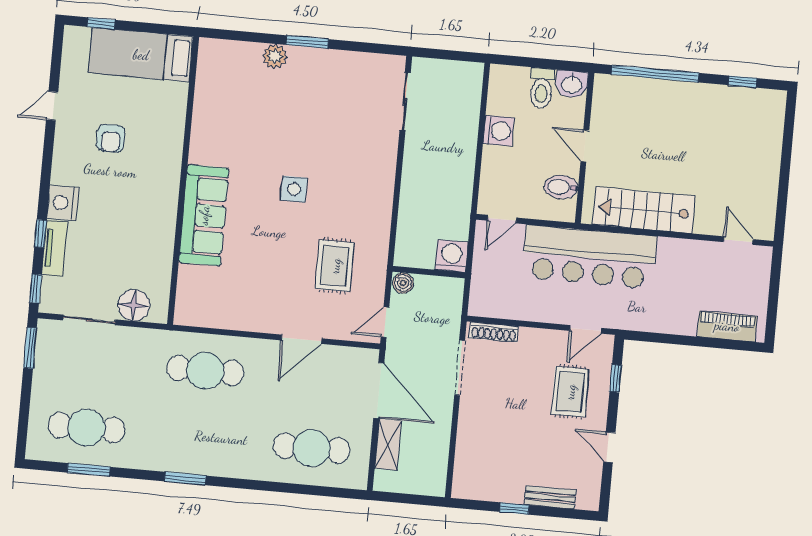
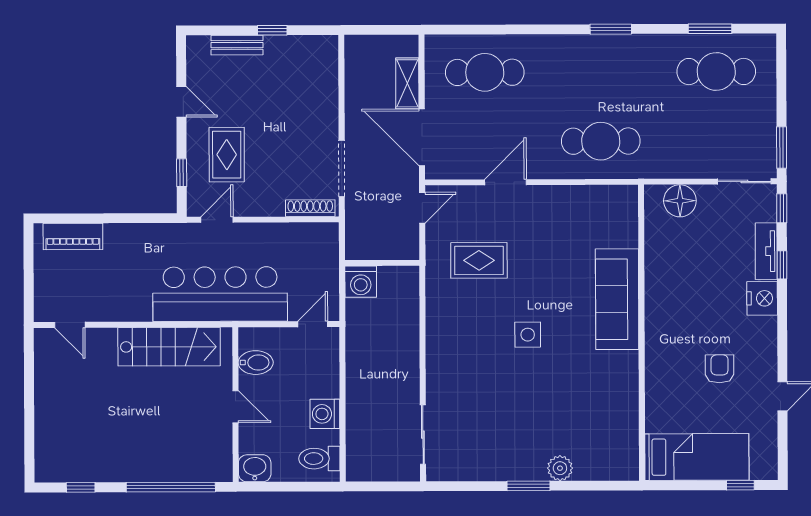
toilet: (541, 88) -> (319, 459), moved, turned -90
rug: (335, 266) -> (479, 260), turned 90
boiler: (403, 283) -> (407, 249), removed
sliding door: (89, 320) -> (744, 181), moved

